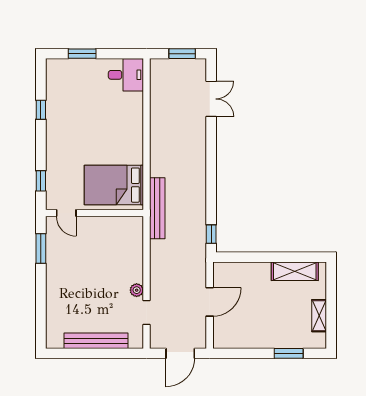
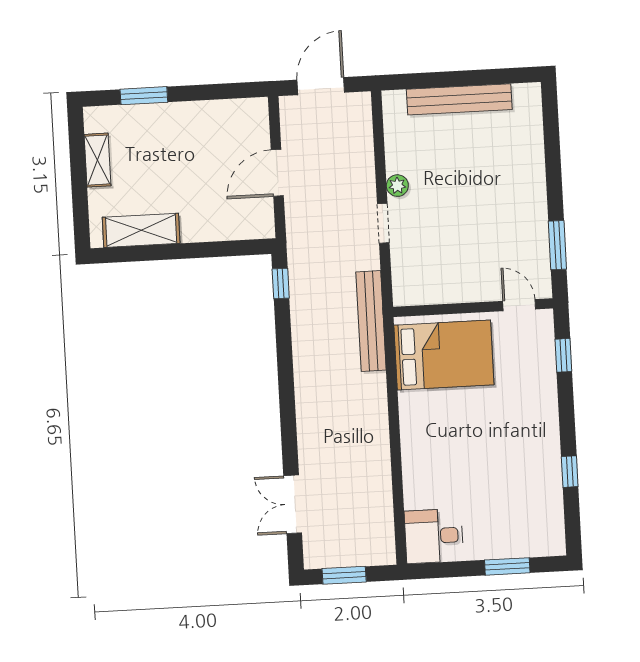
doorway: (147, 313) -> (383, 223), moved

